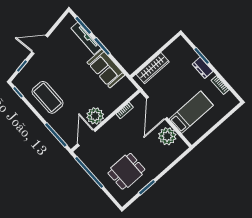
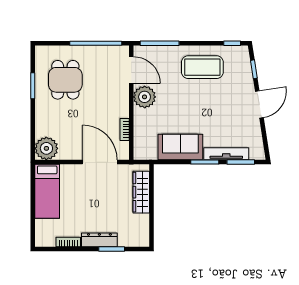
dresser: (203, 68) -> (99, 240), width x1.44
bed: (191, 112) -> (47, 191), moved
plant: (167, 136) -> (46, 148), moved

